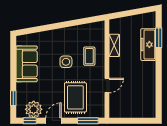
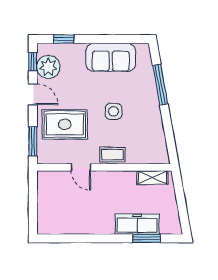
window: (46, 28) -> (160, 85), added
shelving: (114, 45) -> (152, 178), moved
coffee table: (89, 56) -> (112, 155), moved

